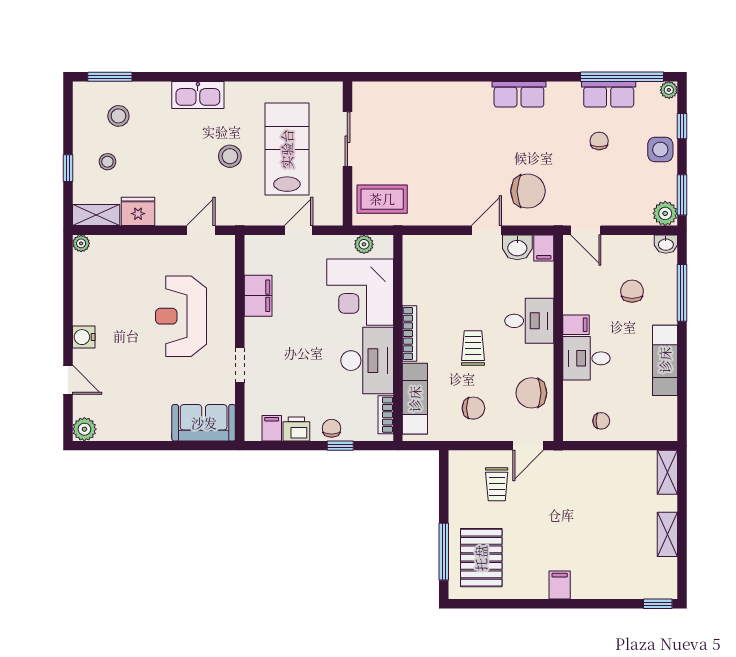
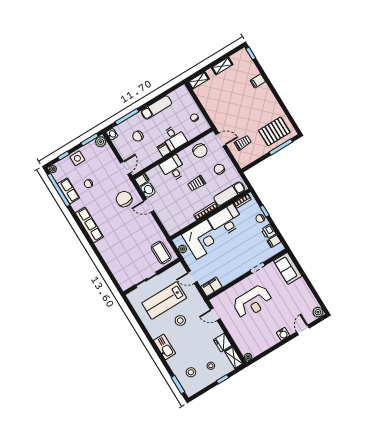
row of seats: (519, 94) -> (89, 225), width x1.48
filing cabinet: (258, 296) -> (211, 287), moved
filing cabinet: (560, 585) -> (258, 81), moved

